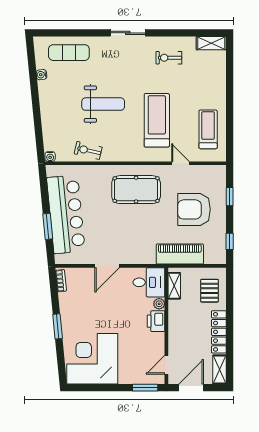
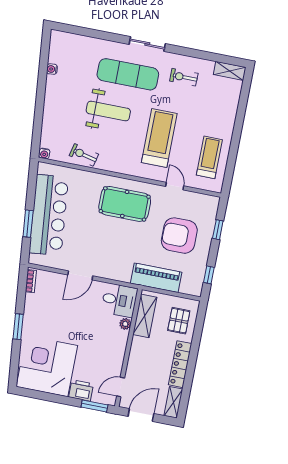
exercise mat: (69, 53) -> (128, 74), moved, width x1.36, depth x1.45
shelving: (174, 286) -> (145, 316), width x1.50, depth x1.33
printer: (156, 321) -> (81, 390), moved, turned 90

